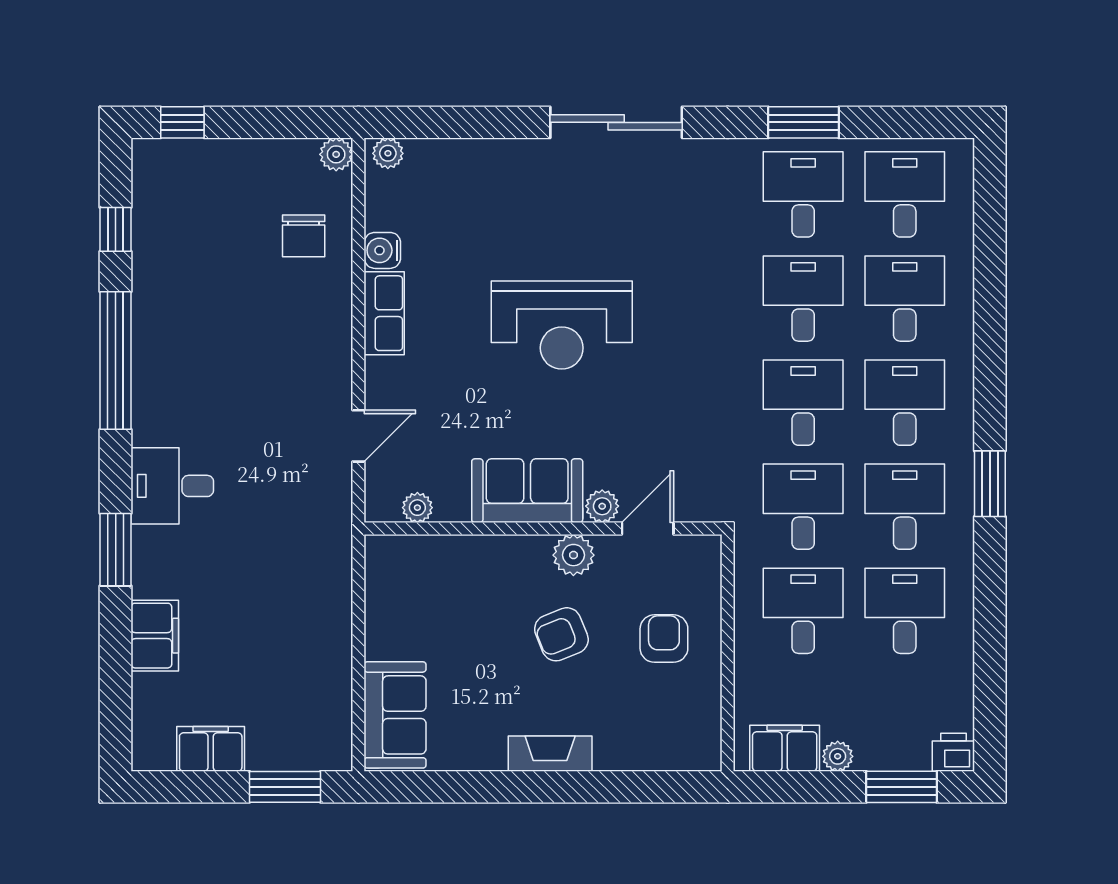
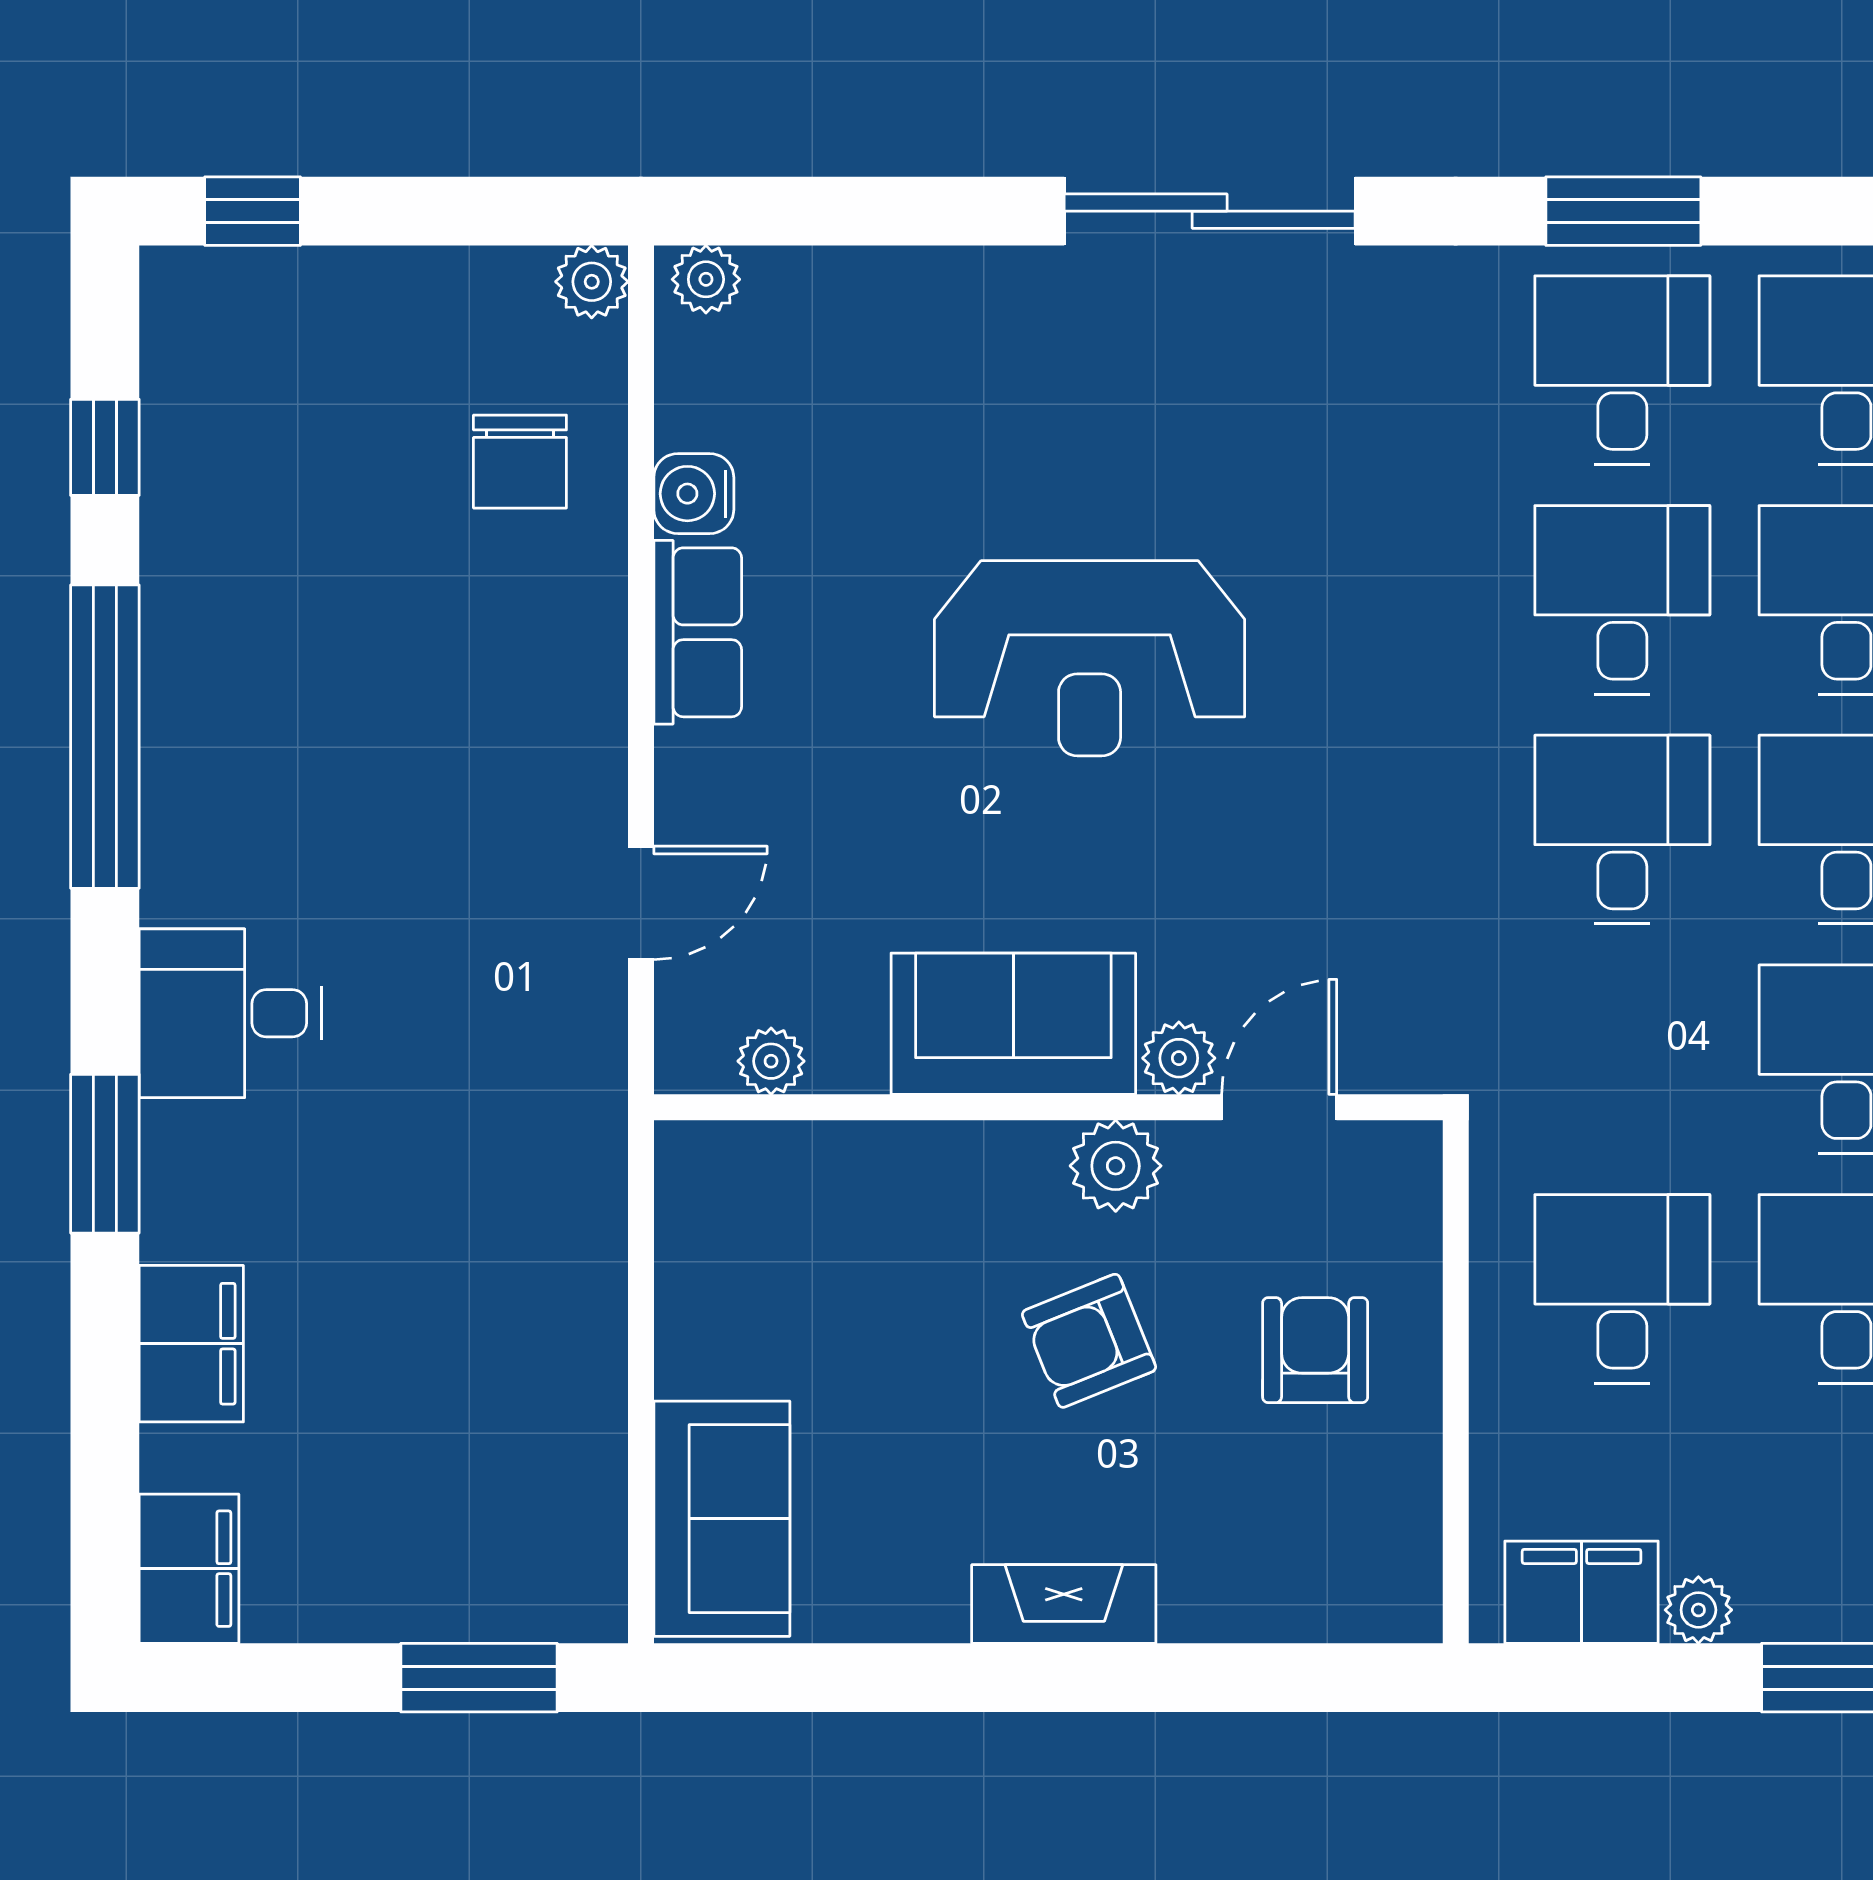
desk: (803, 507) -> (1622, 1059), removed
filing cabinet: (211, 749) -> (189, 1569), moved, turned 90

